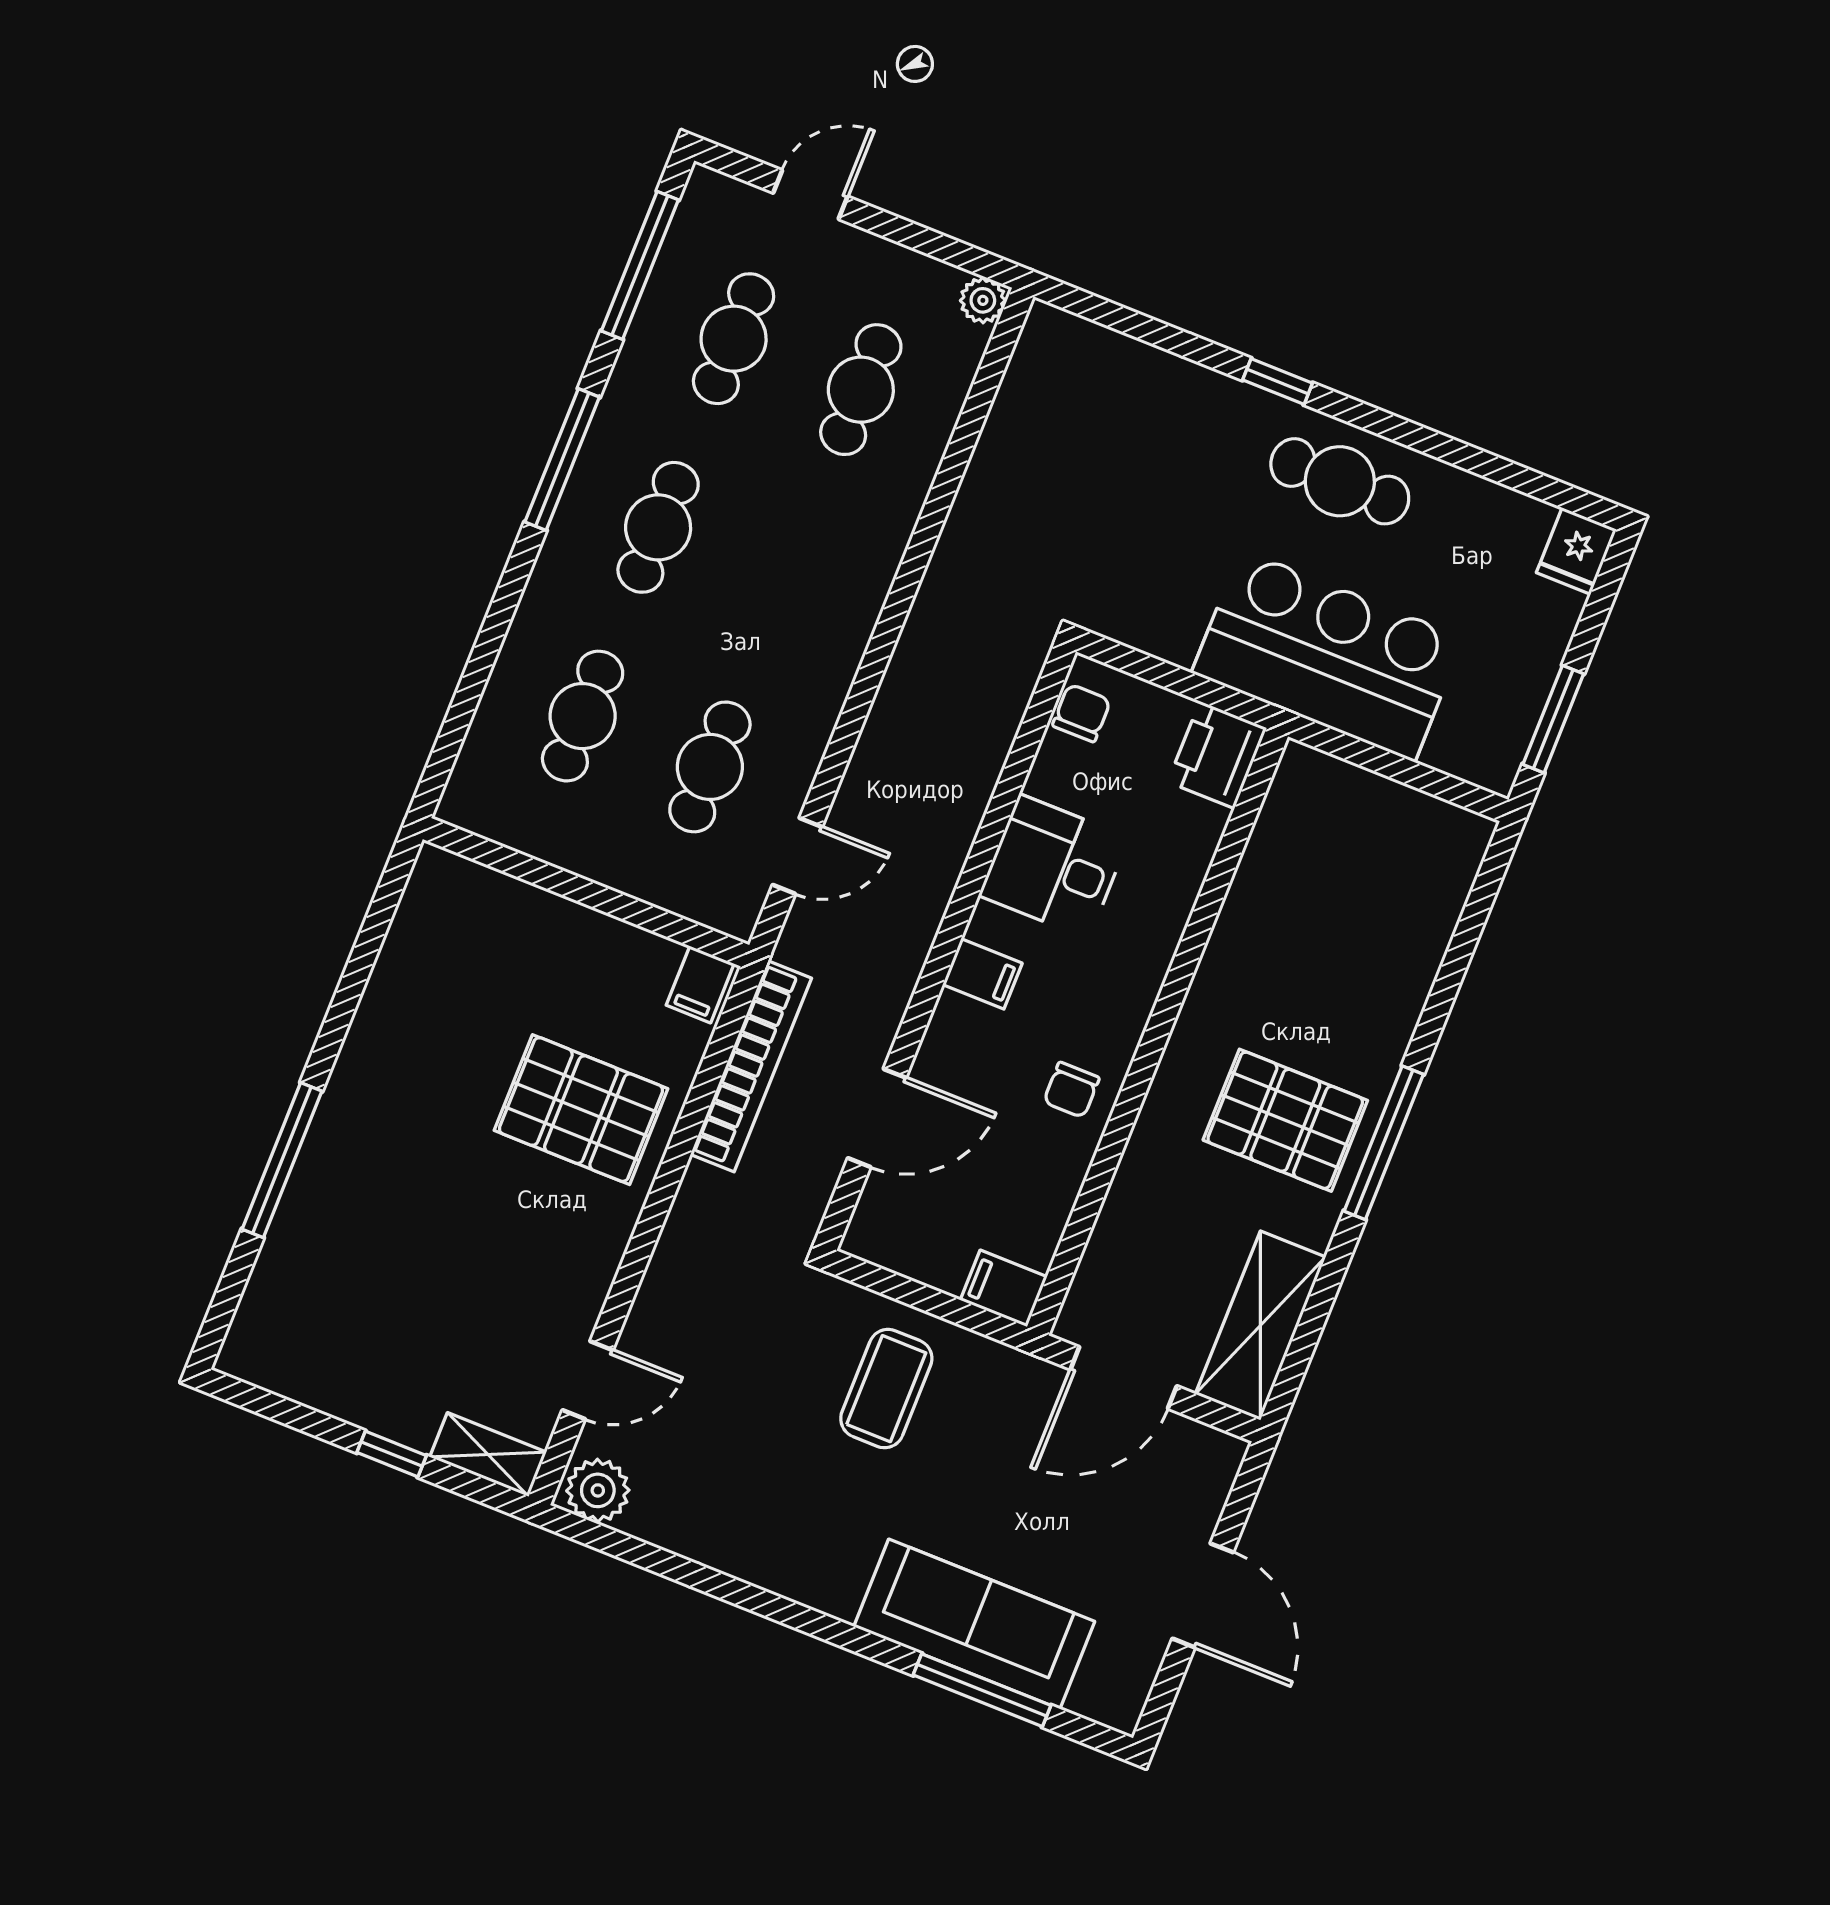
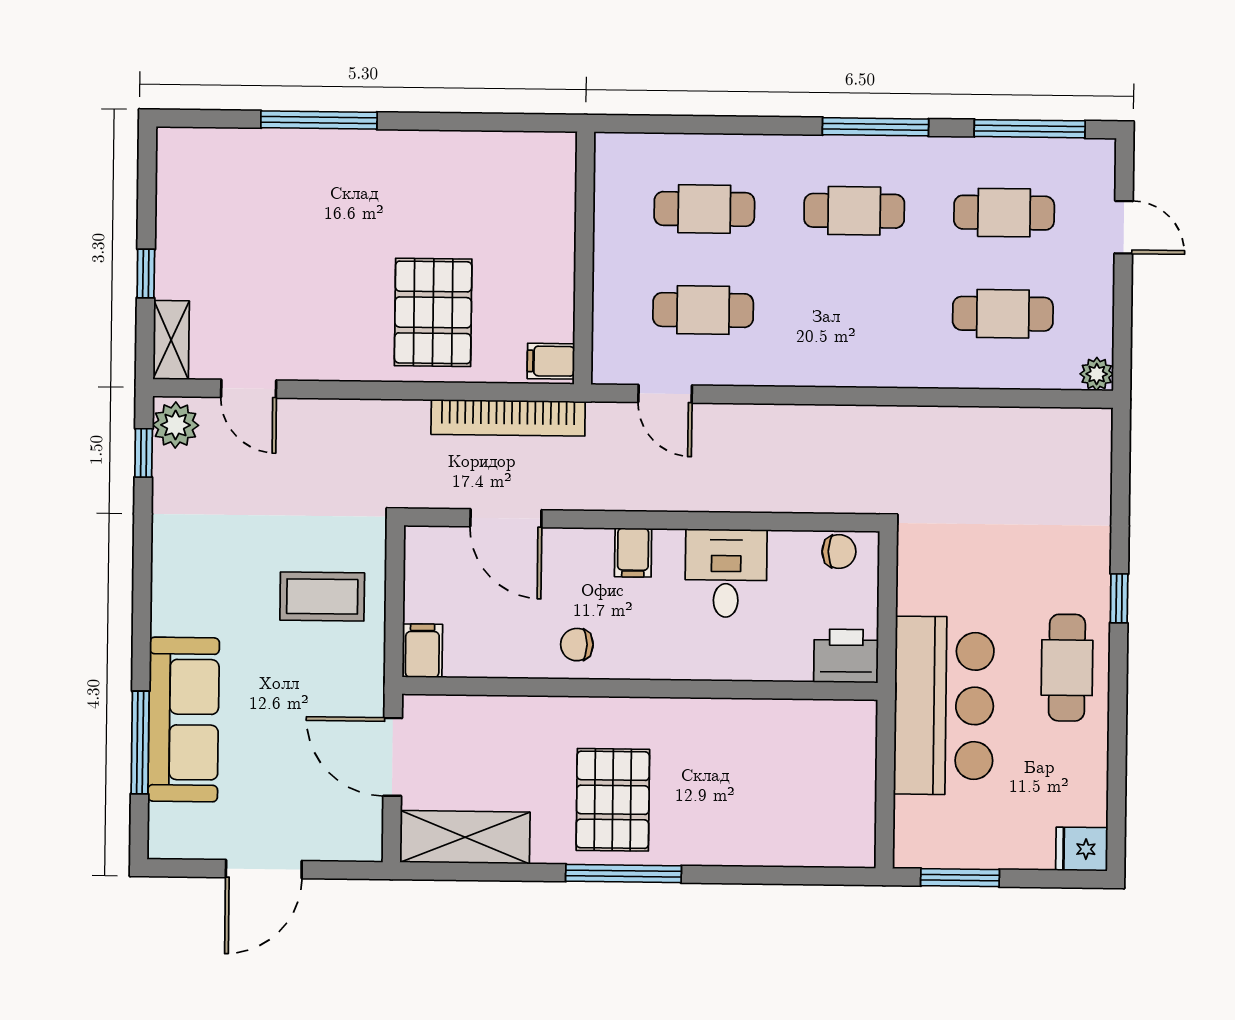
window: (617, 1544) -> (144, 453), added

